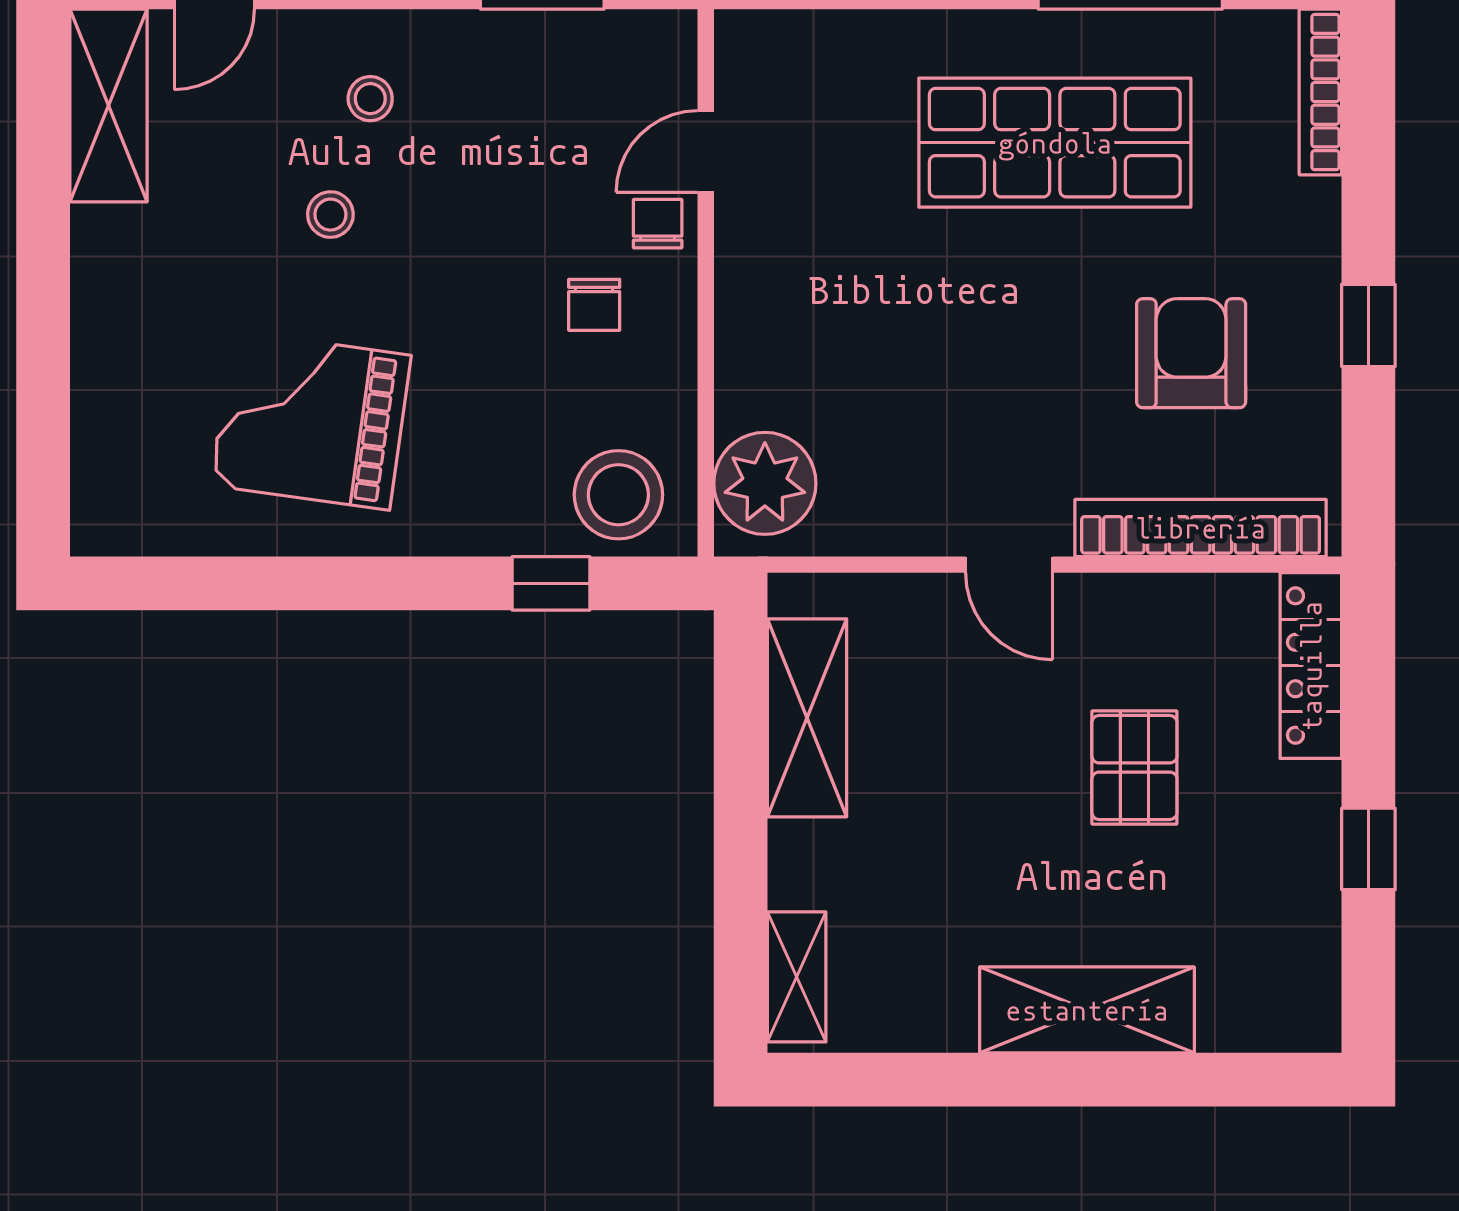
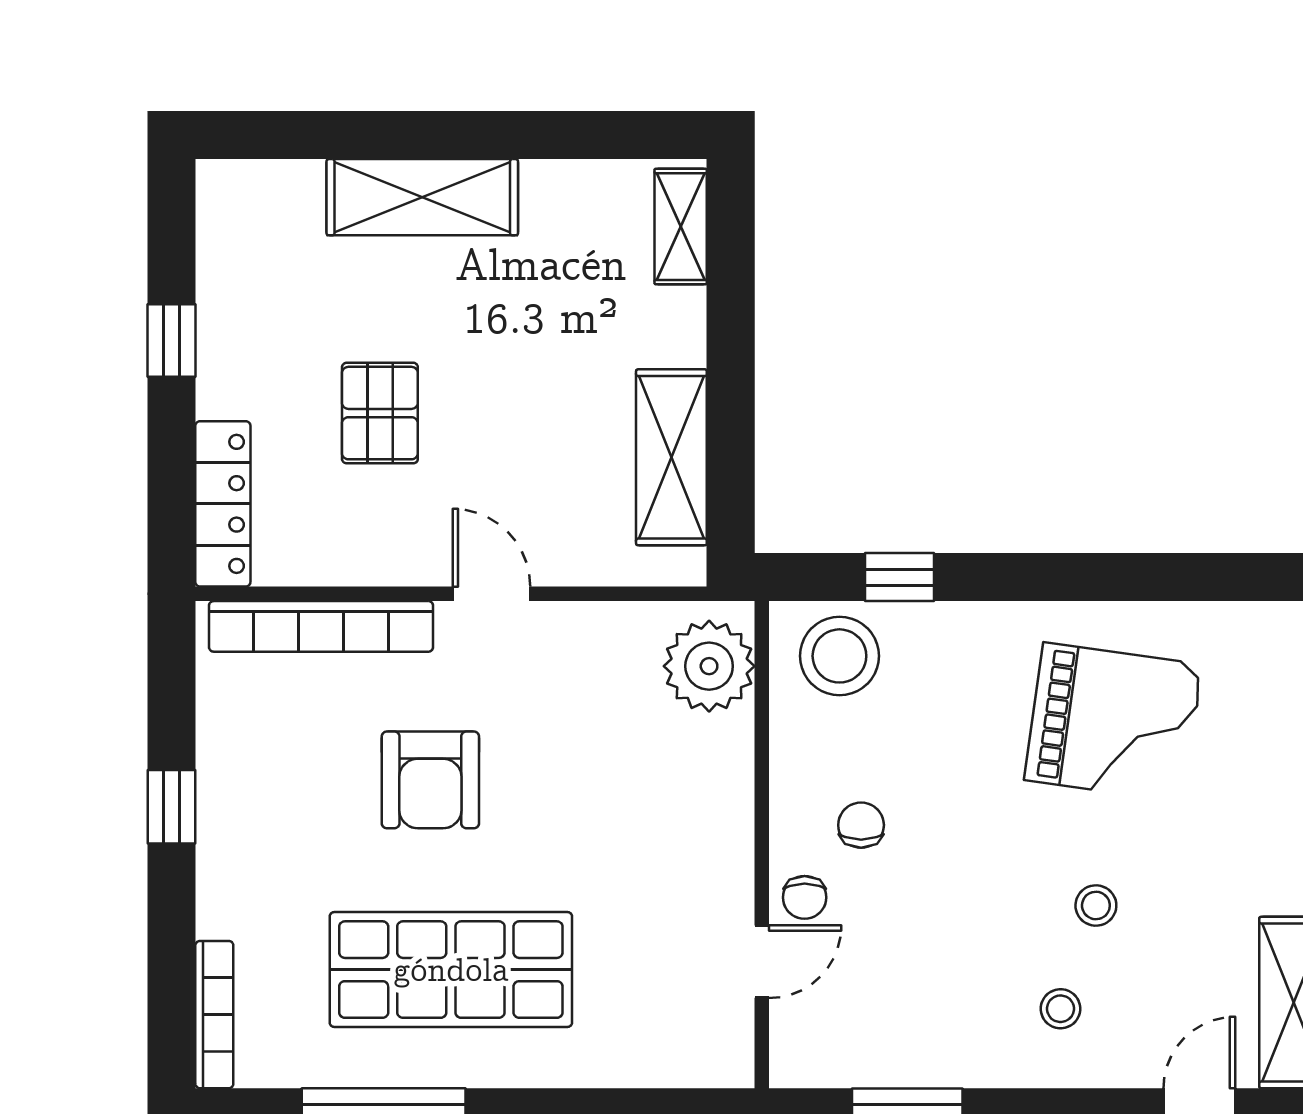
armchair: (1191, 353) -> (430, 780), moved

